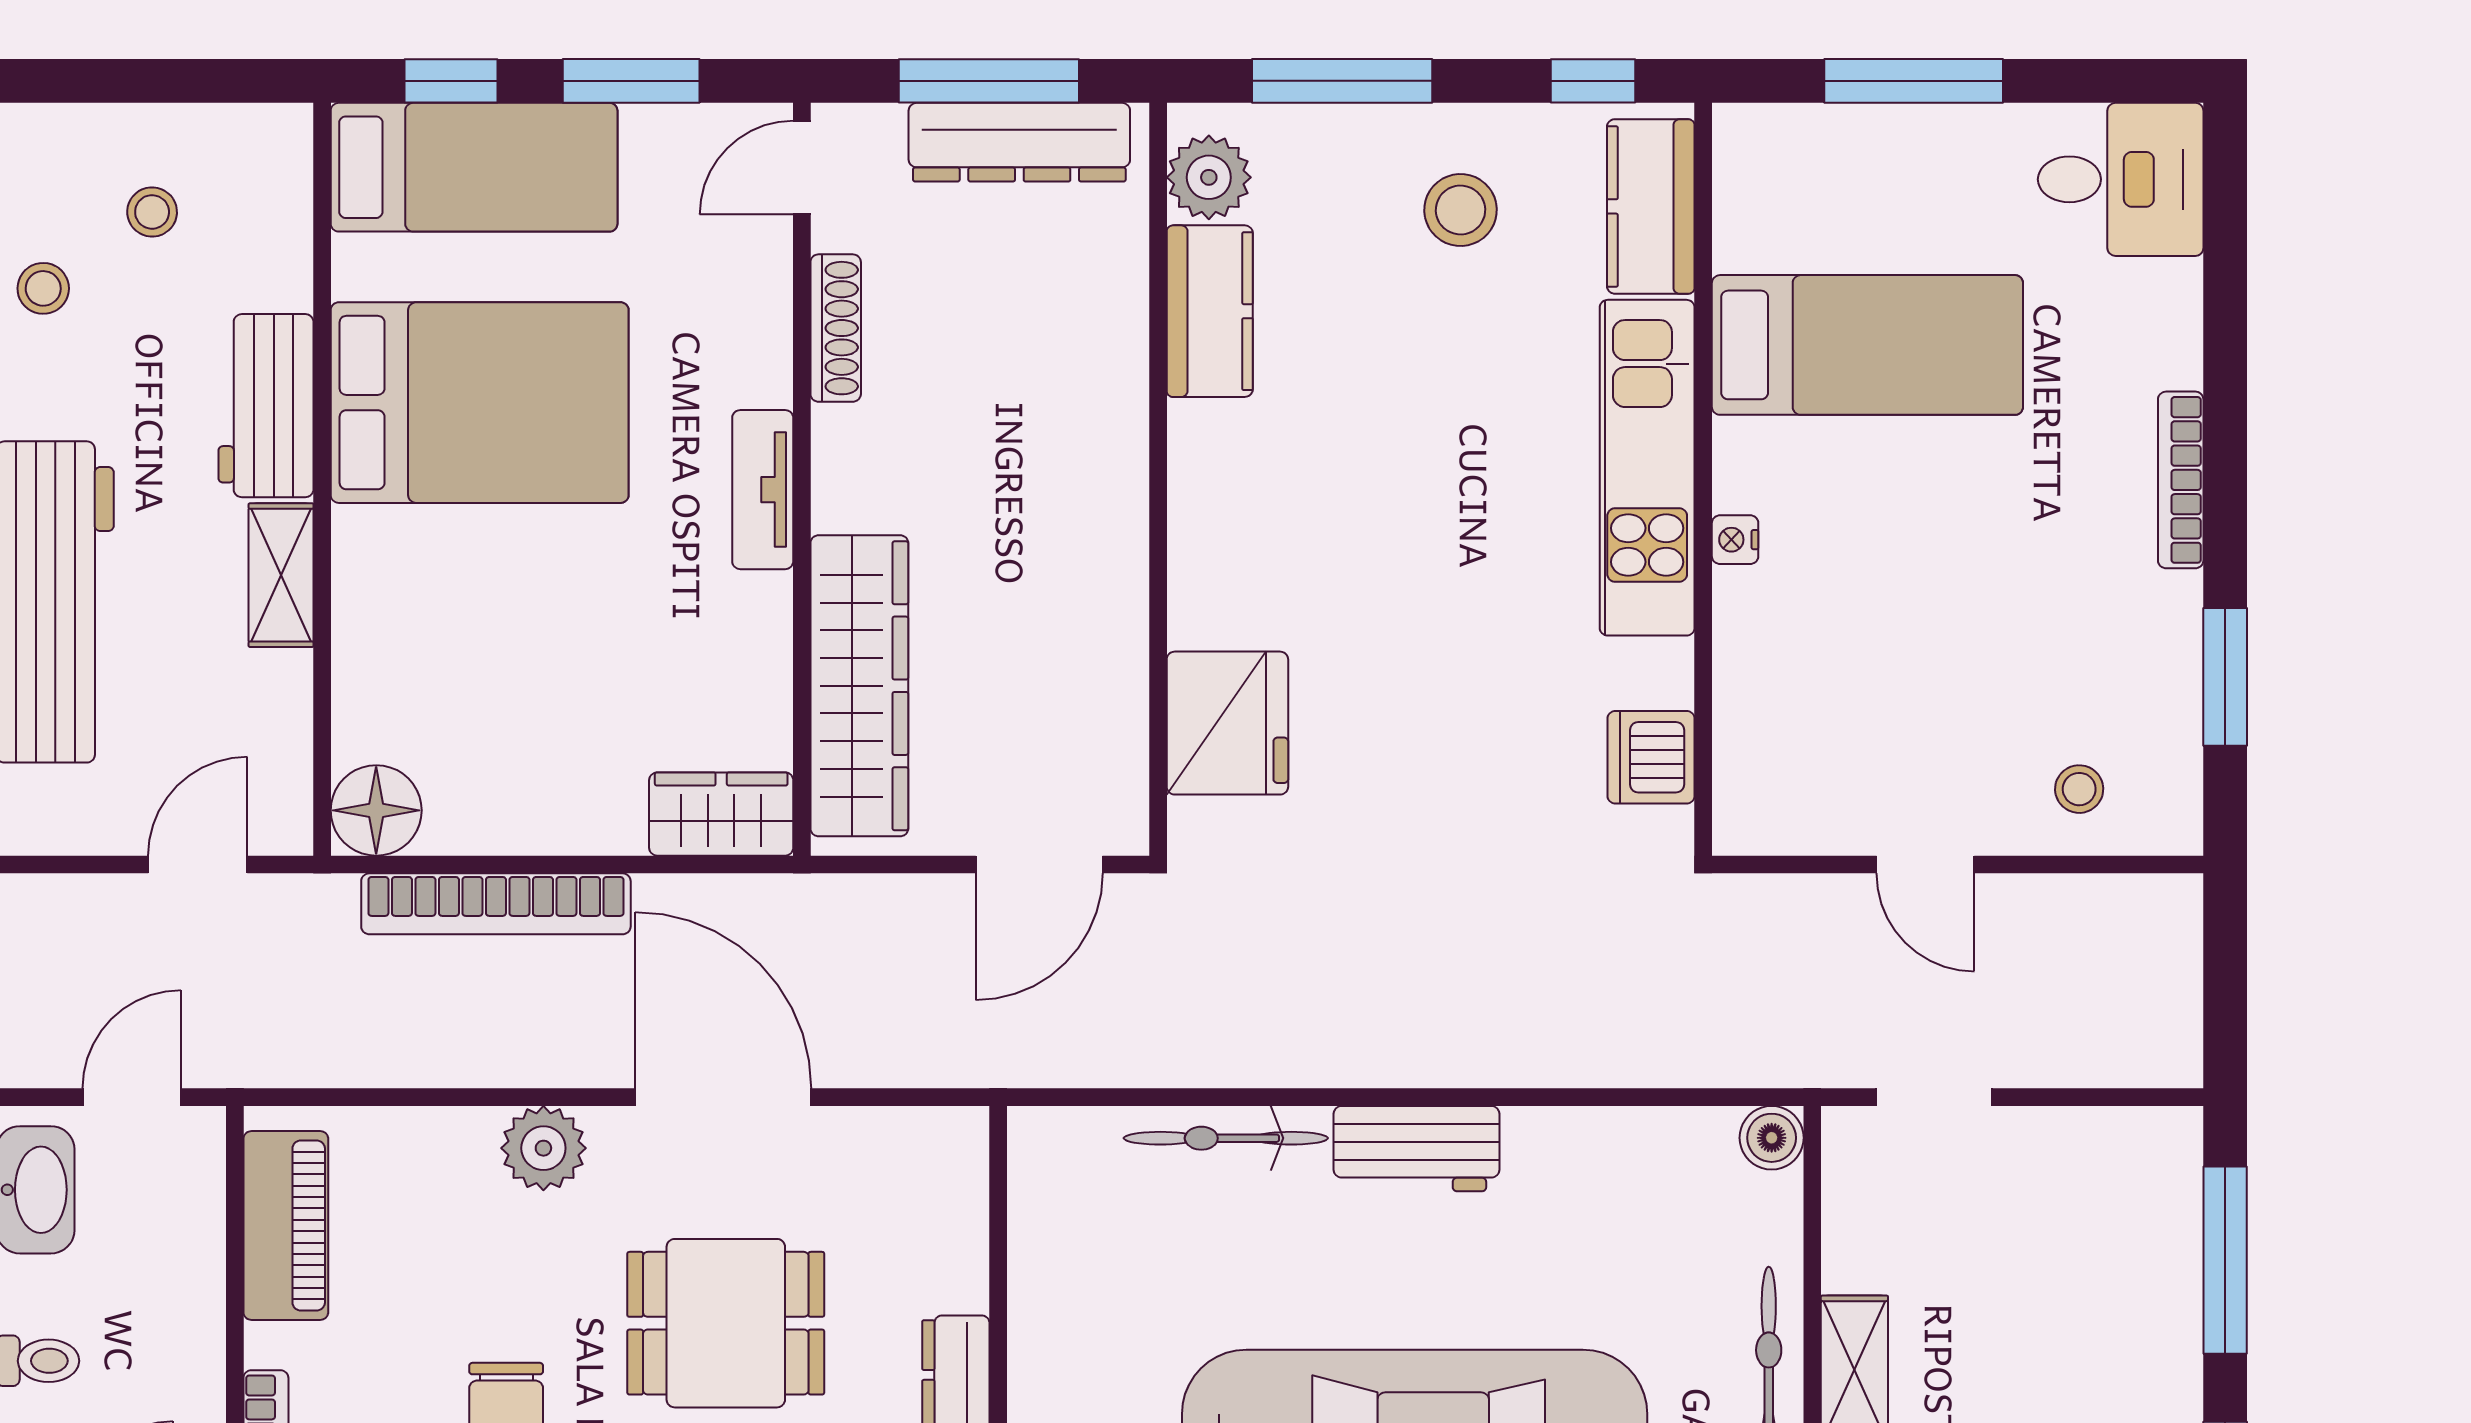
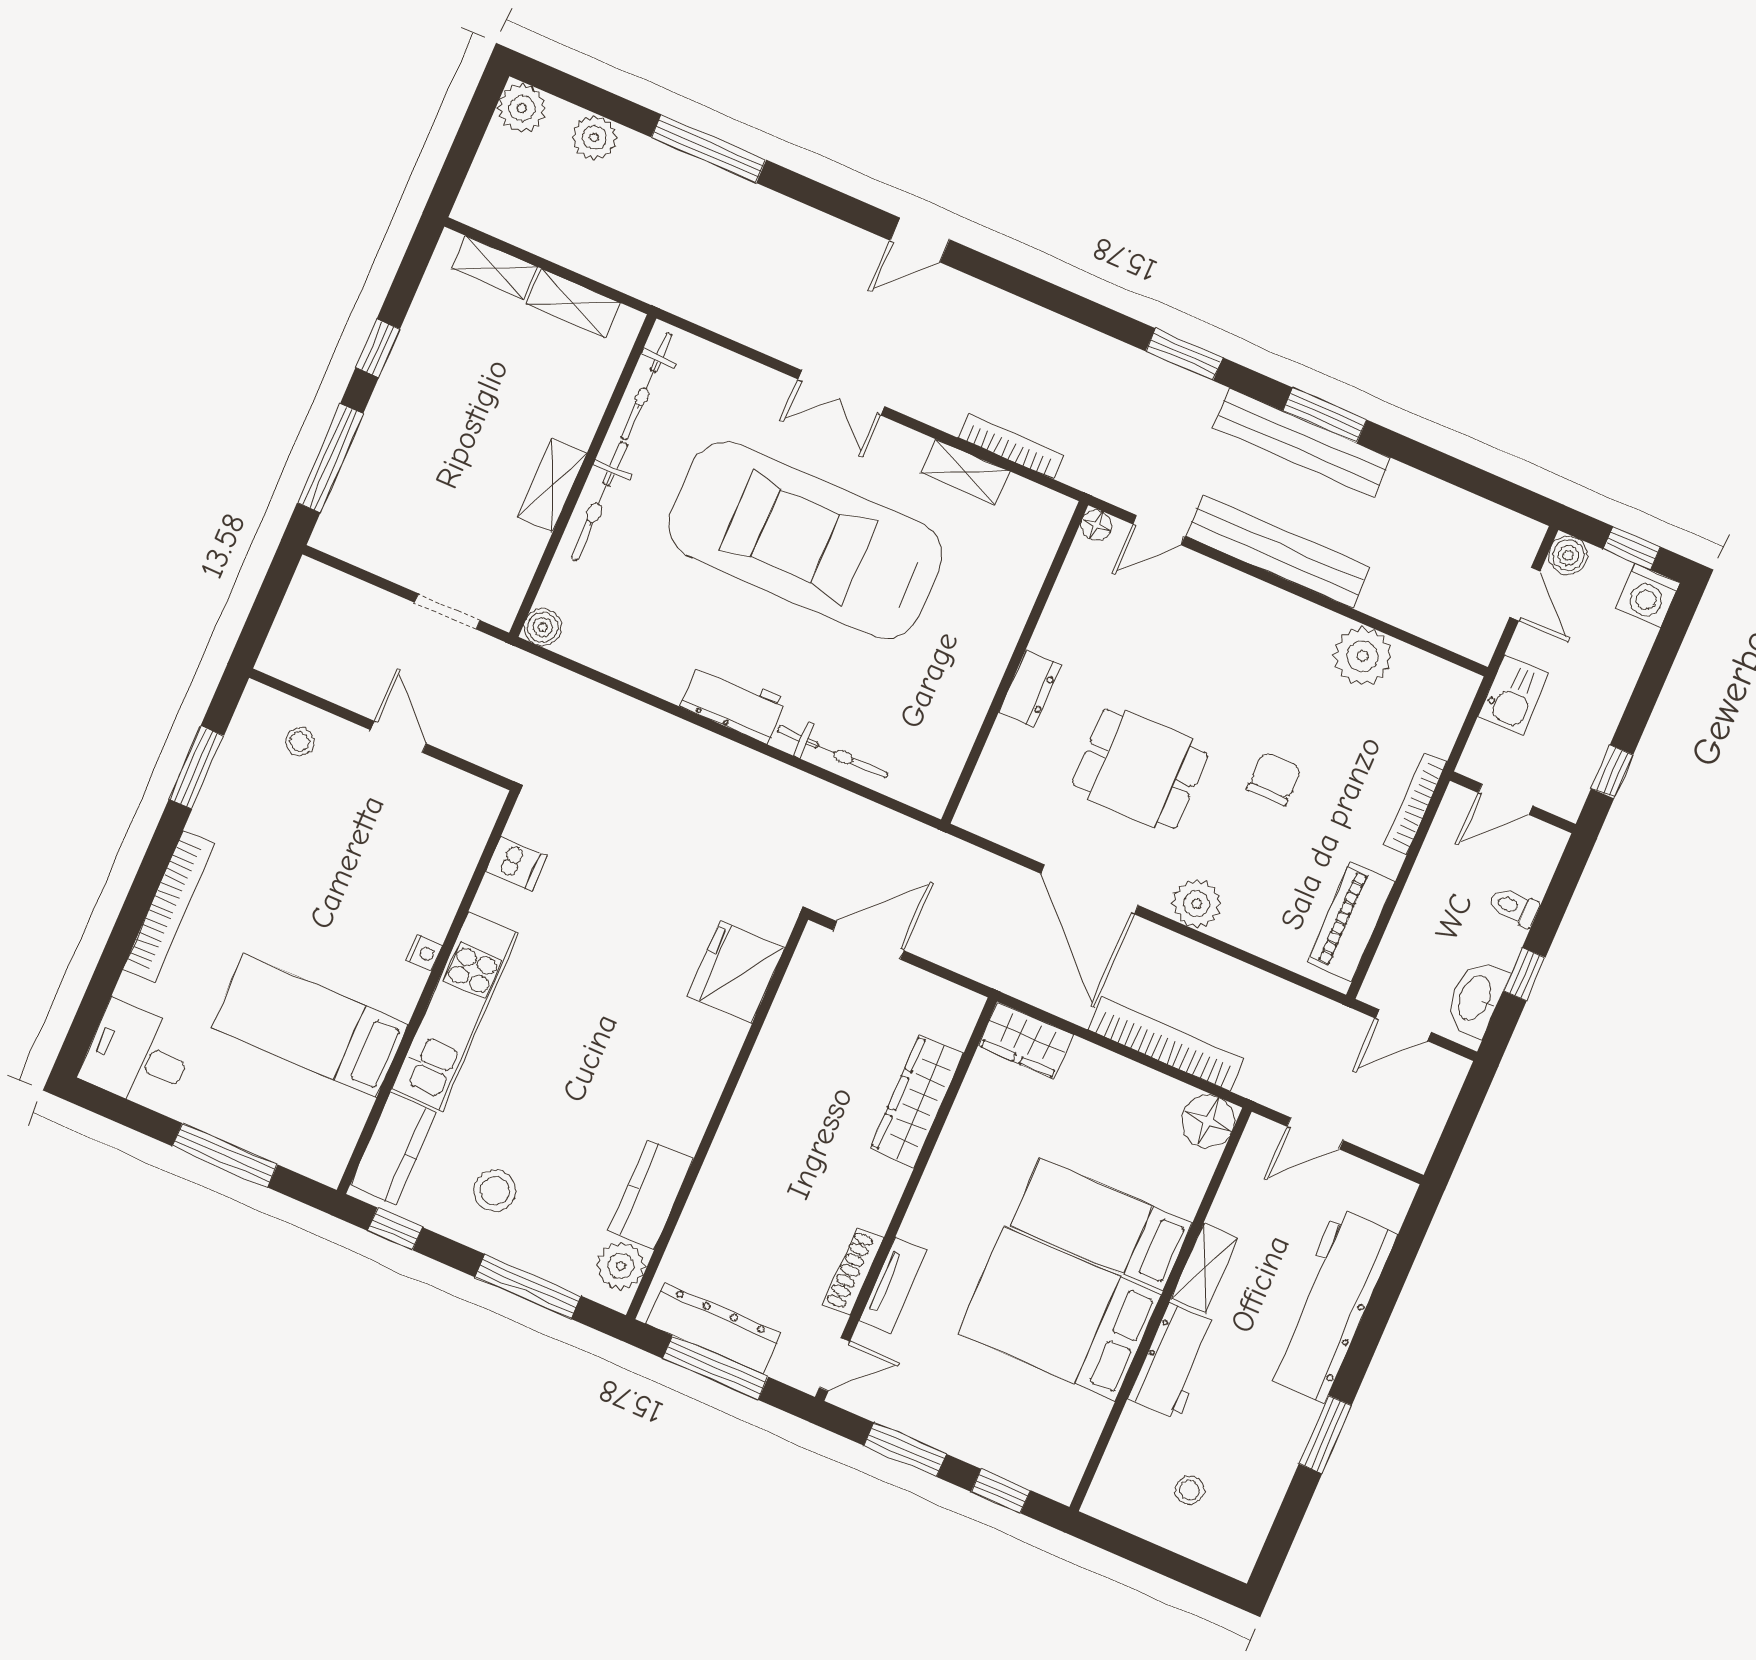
bed: (474, 167) -> (1102, 1225), moved
stool: (43, 288) -> (1265, 1475), removed
bookcase: (2181, 480) -> (169, 906), width x1.48, depth x1.31
tv unit: (763, 490) -> (894, 1285), moved
wardrobe: (859, 686) -> (917, 1101), width x0.71, depth x0.85
dishwasher: (1651, 757) -> (516, 864), width x0.73

